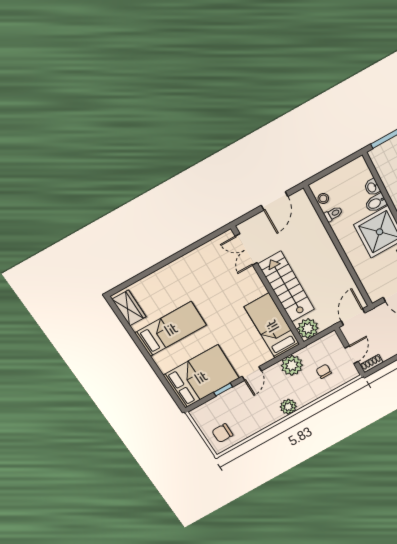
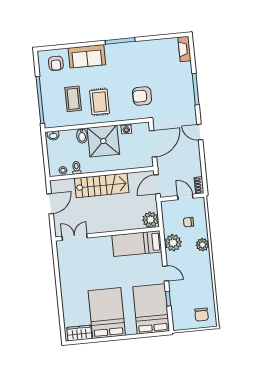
washbasin: (372, 187) -> (53, 136), moved
door: (274, 201) -> (50, 204), hinge flipped
double door: (246, 250) -> (75, 237), swing flipped
stairs: (286, 287) -> (102, 185), moved, turned 180
door: (353, 317) -> (157, 184), hinge flipped
bed: (171, 329) -> (107, 313), width x1.50
plant: (288, 407) -> (202, 245), moved

